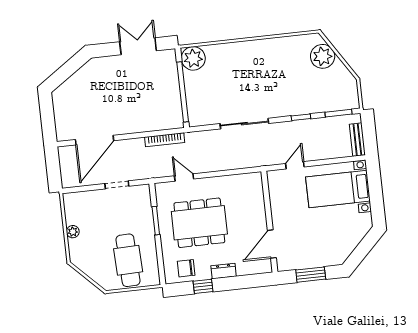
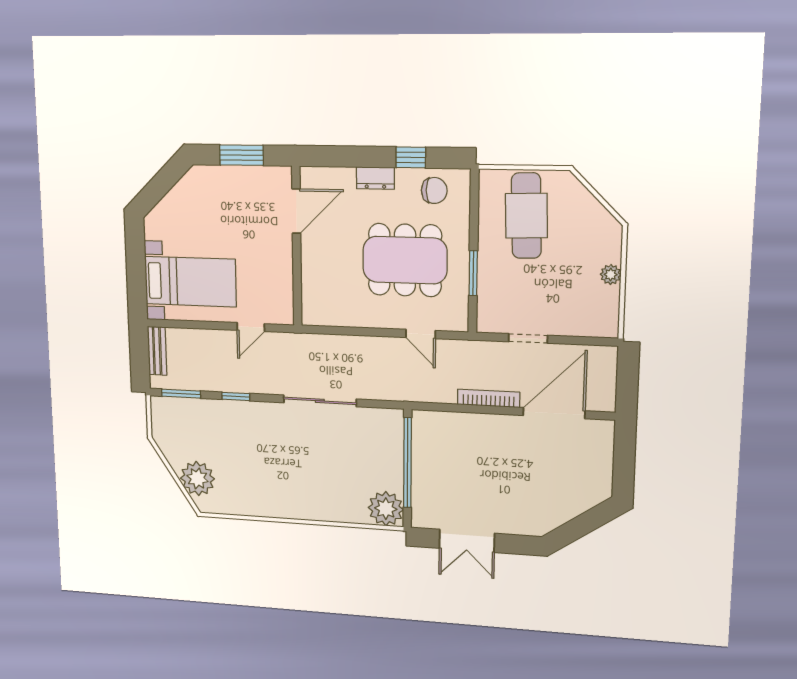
bookcase: (165, 140) -> (489, 398), moved

